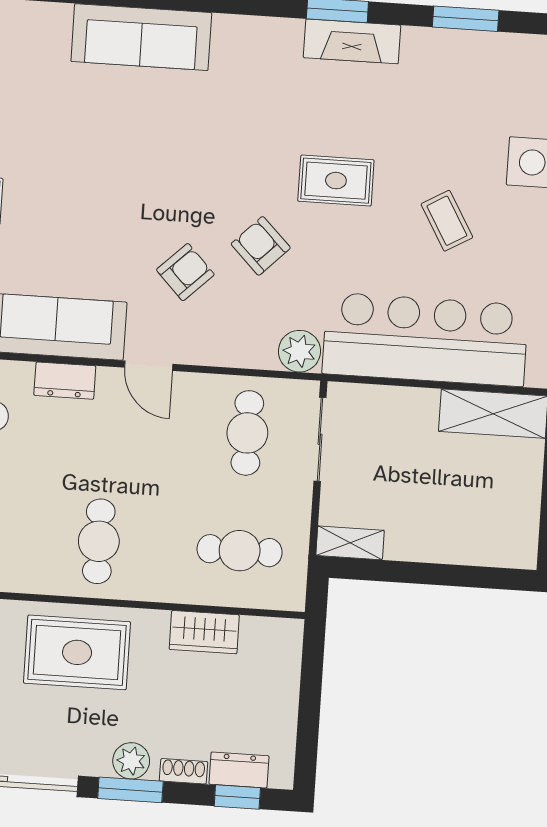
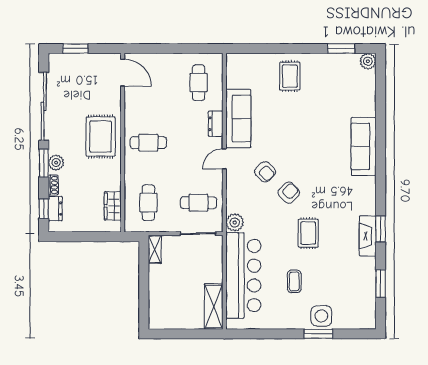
coffee table: (447, 221) -> (294, 281), turned -60
armchair: (261, 246) -> (289, 193), moved
wardrobe: (204, 632) -> (113, 206), moved

